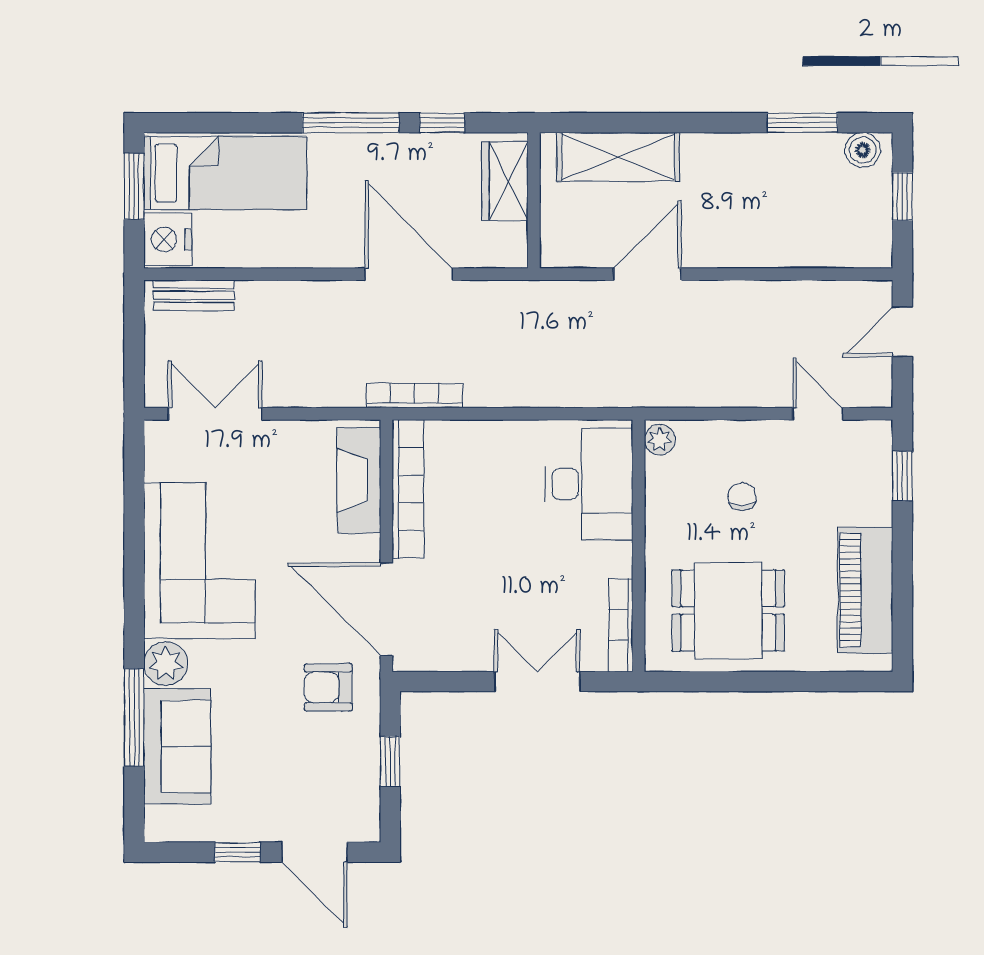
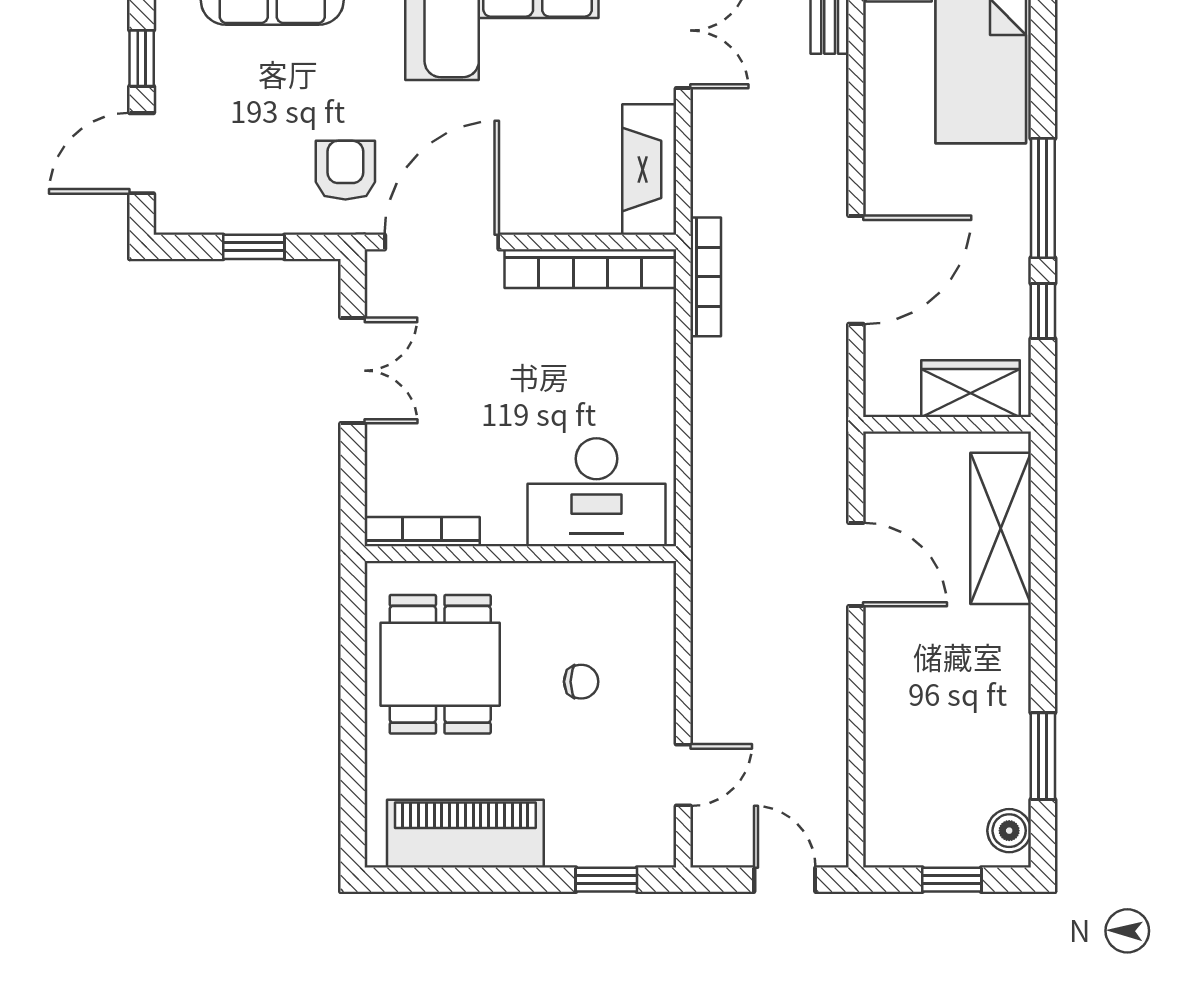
plant: (660, 440) -> (651, 580), removed
fireplace: (359, 480) -> (649, 169), moved, turned -90
double door: (537, 681) -> (353, 371), moved

